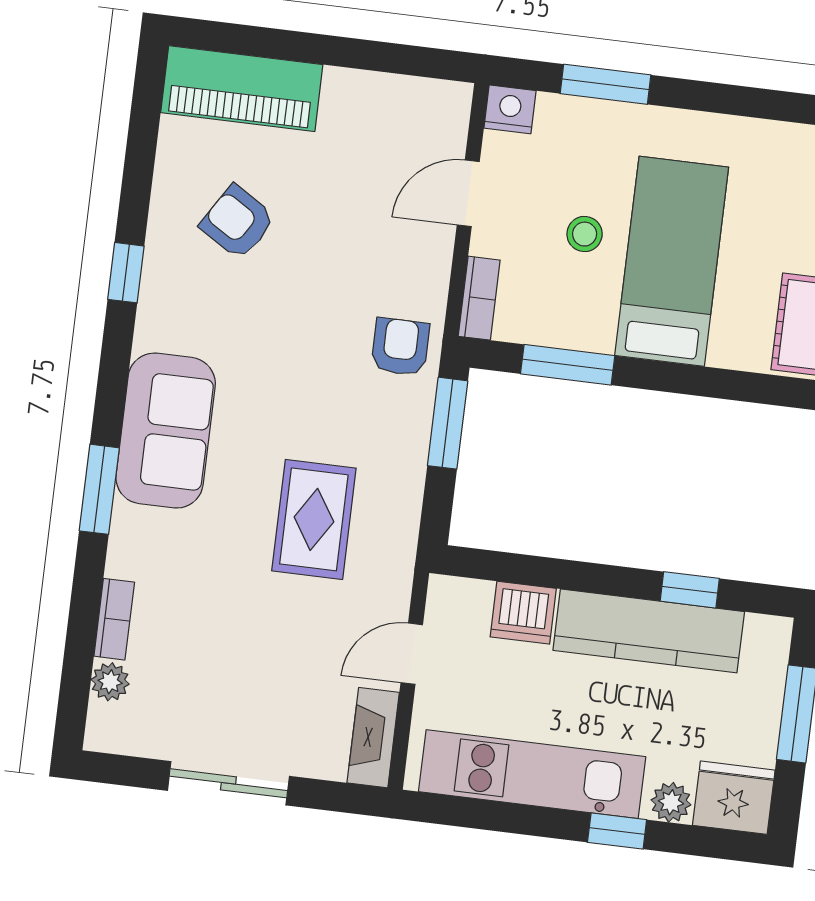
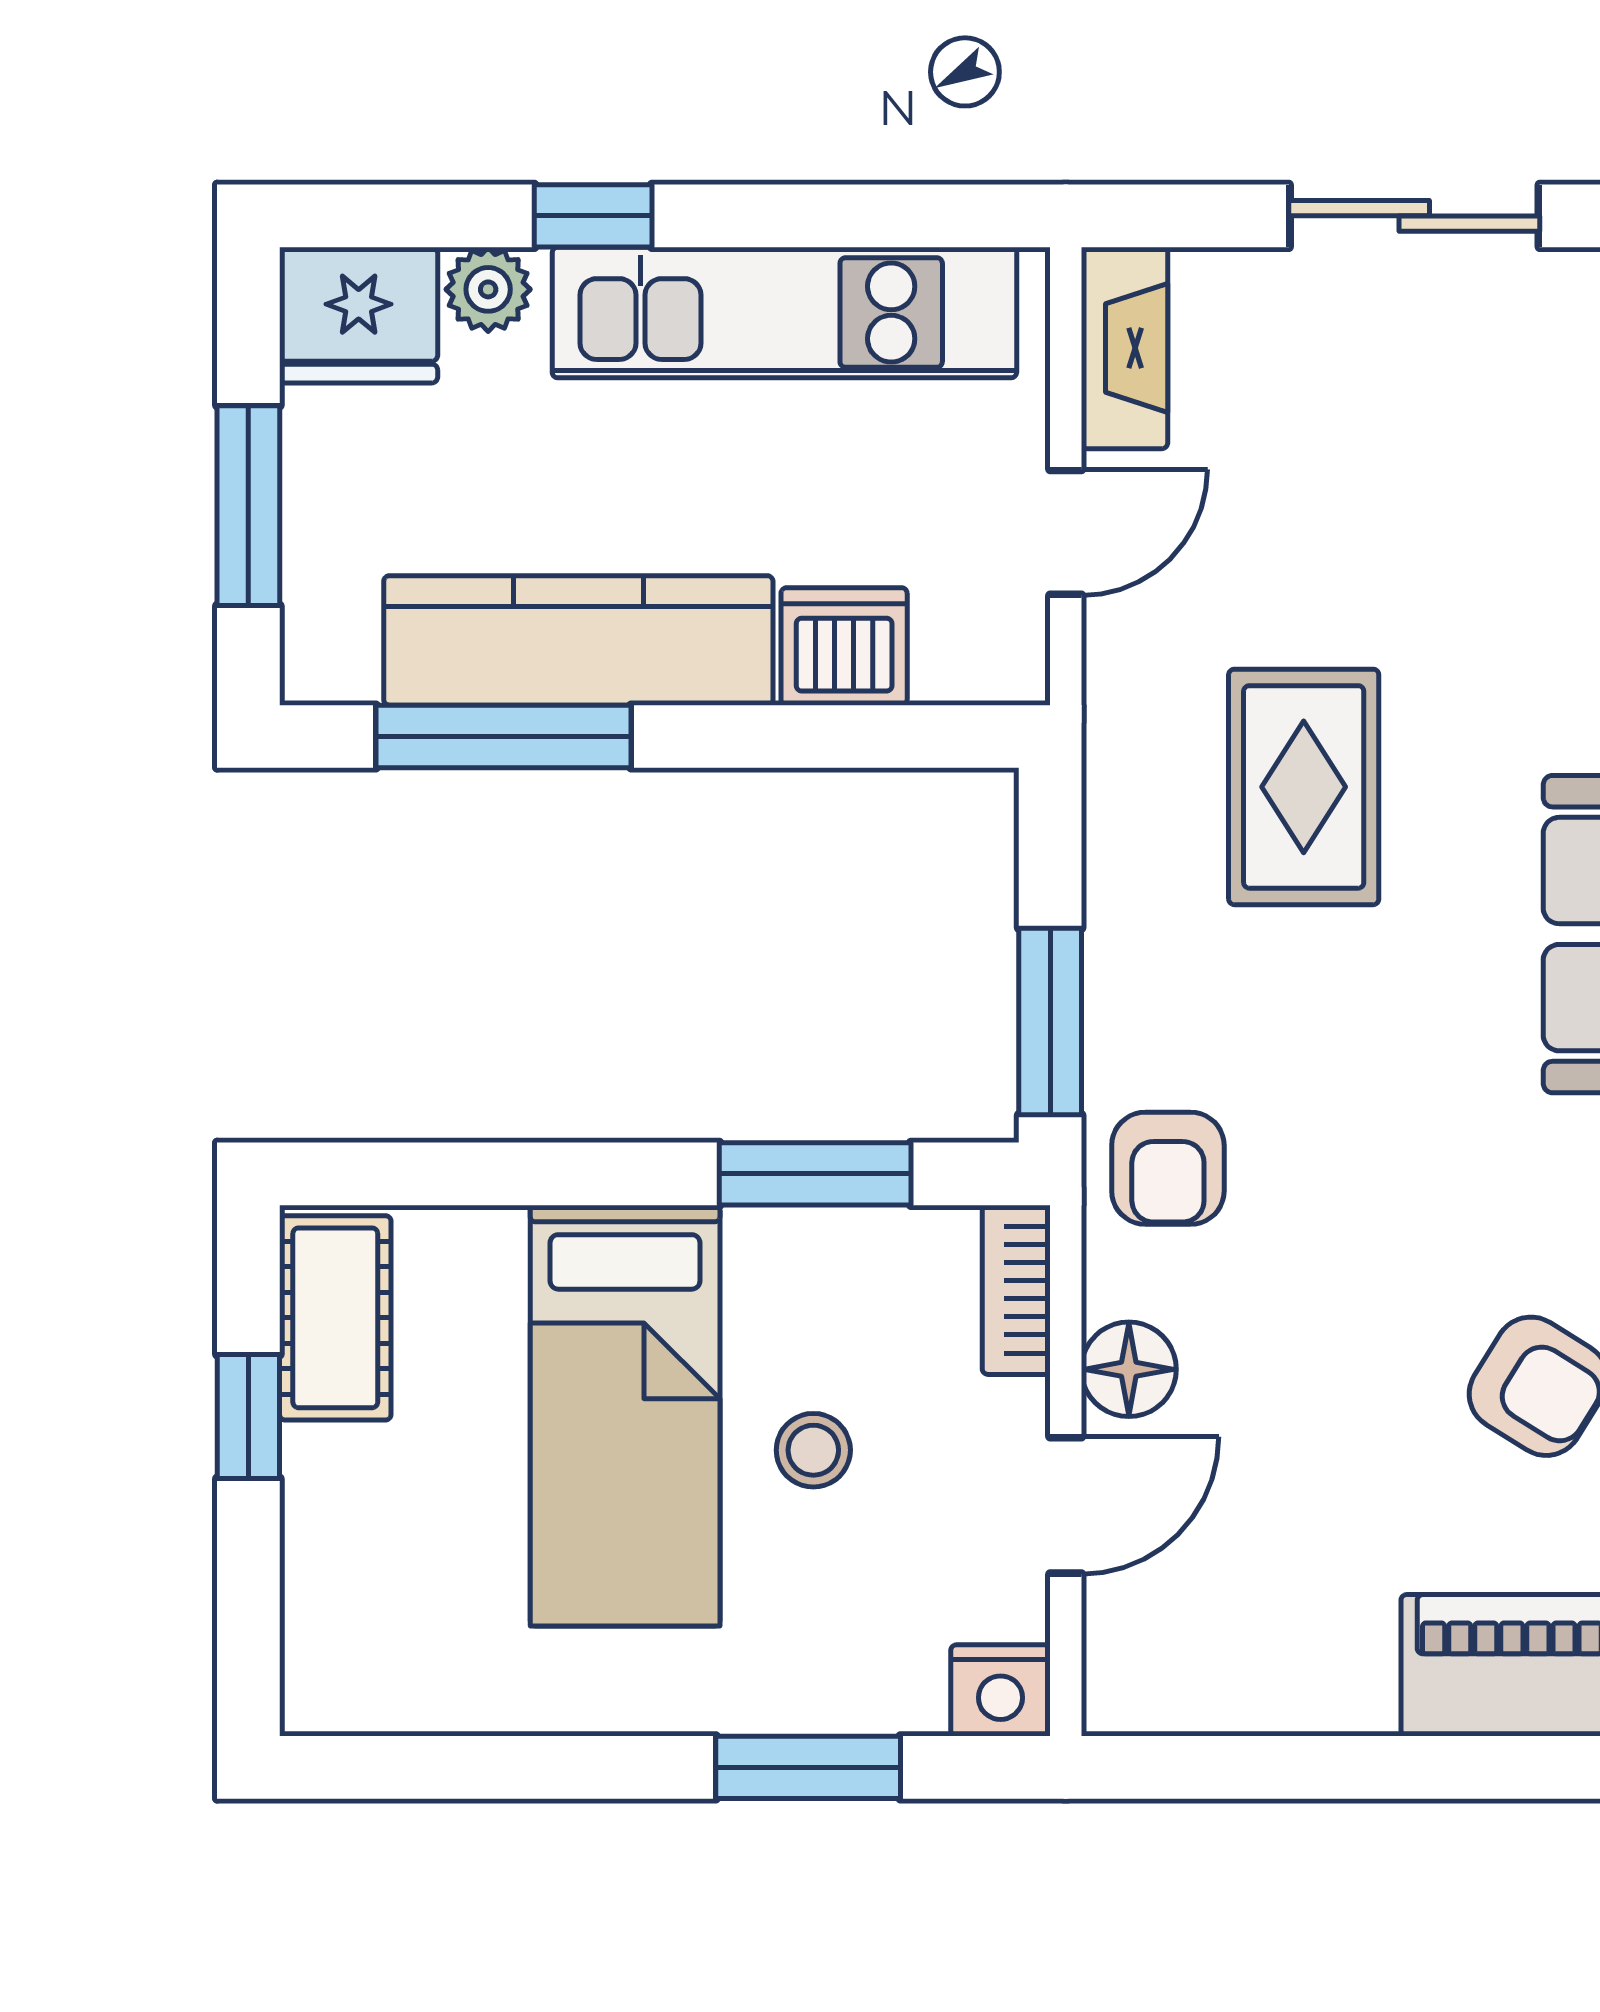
floor lamp: (431, 254) -> (1129, 1369), added
window: (690, 590) -> (503, 736), width x2.17

